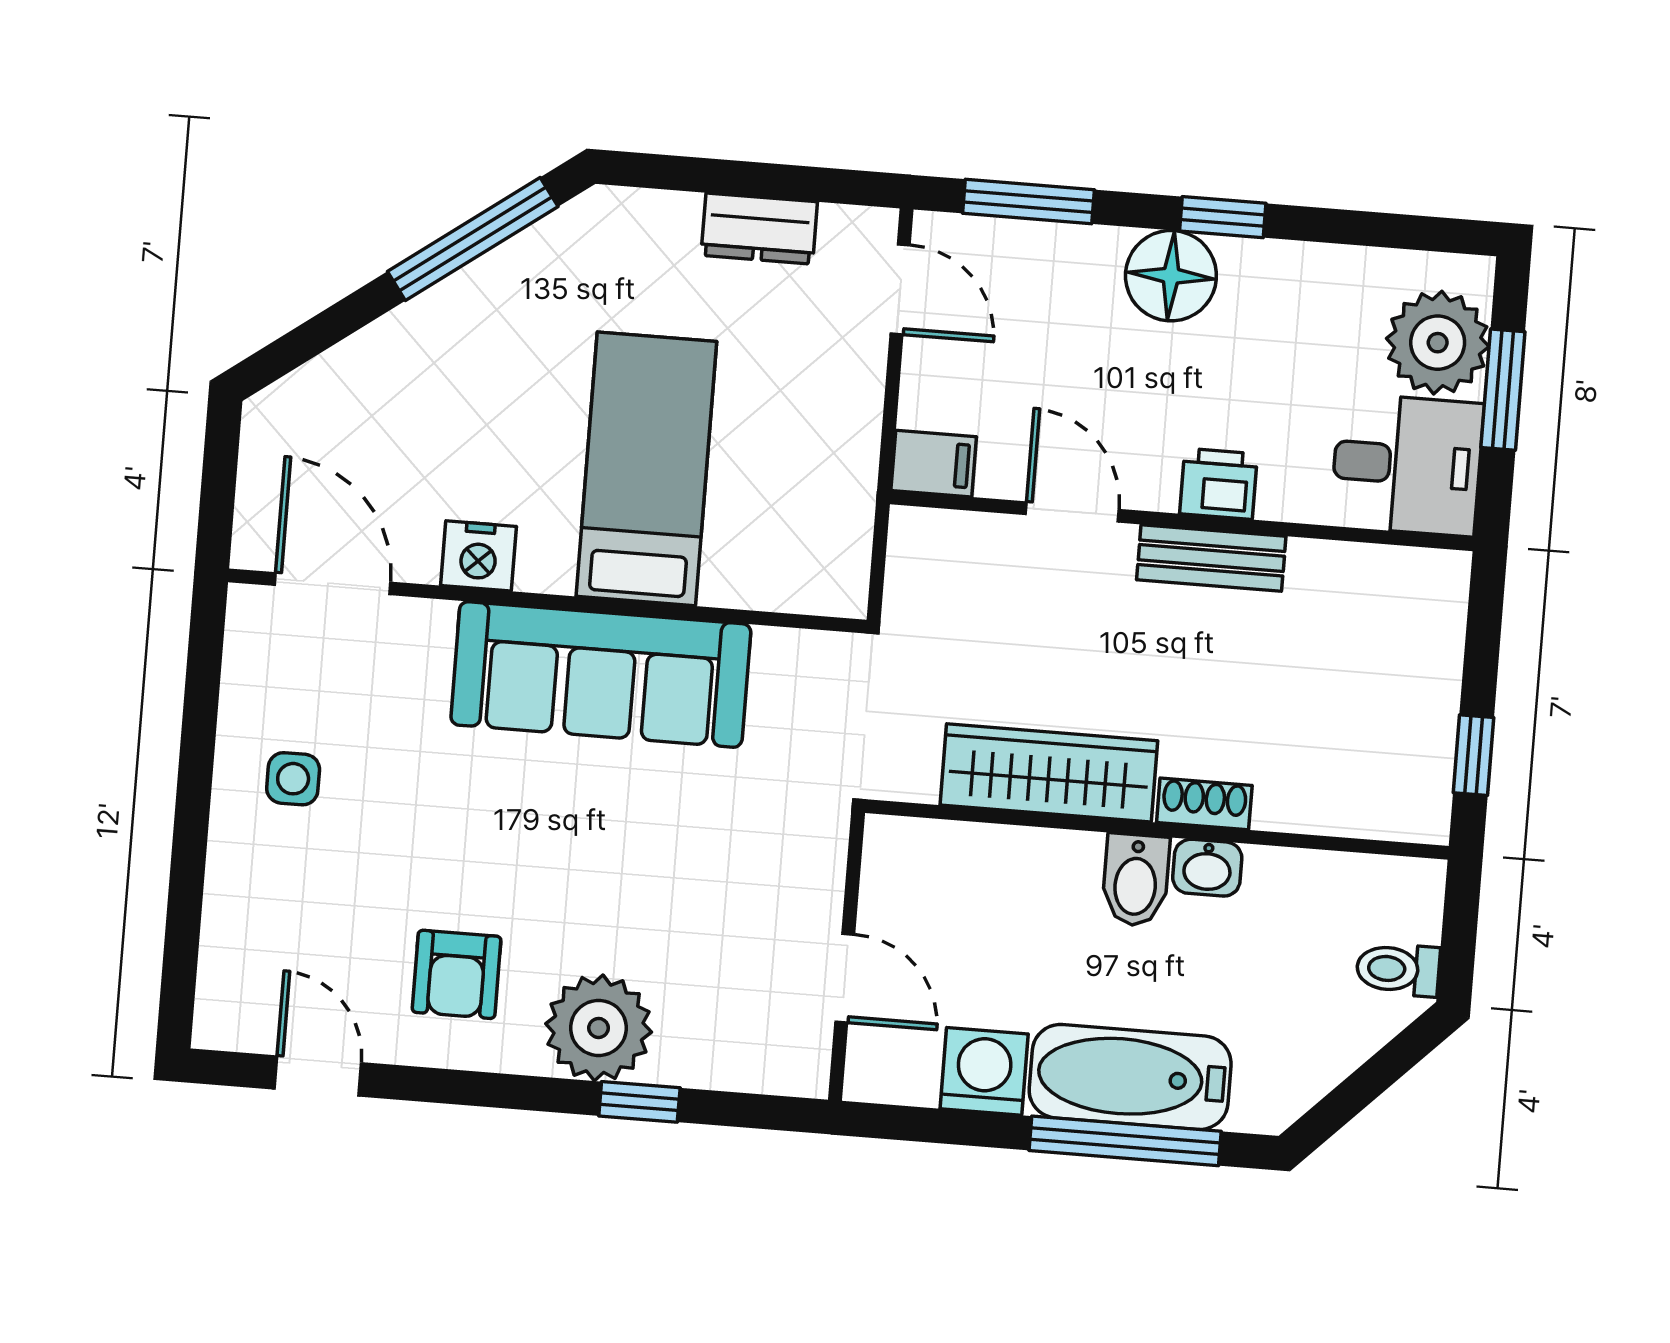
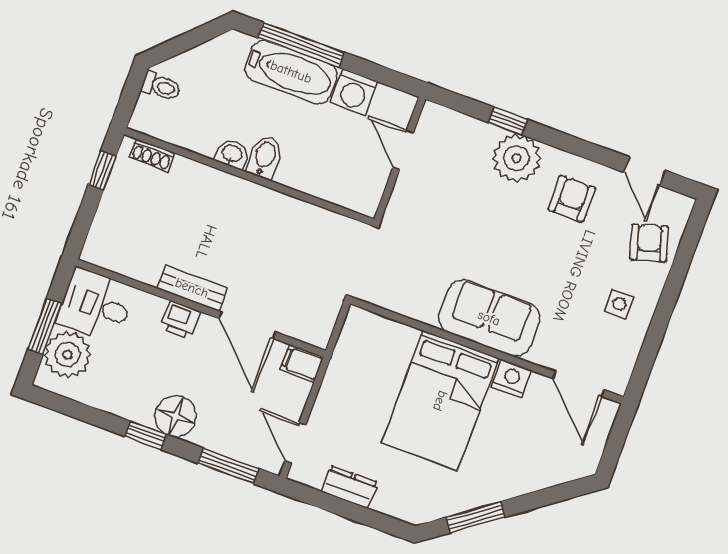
window: (473, 239) -> (475, 517), width x0.69
bed: (646, 469) -> (440, 401), width x1.50
door: (1072, 512) -> (247, 325), width x1.38
sofa: (601, 674) -> (489, 318), width x0.73
wardrobe: (1049, 773) -> (289, 215), removed
shoe rack: (1204, 804) -> (152, 155), moved
armchair: (266, 926) -> (649, 243), added

